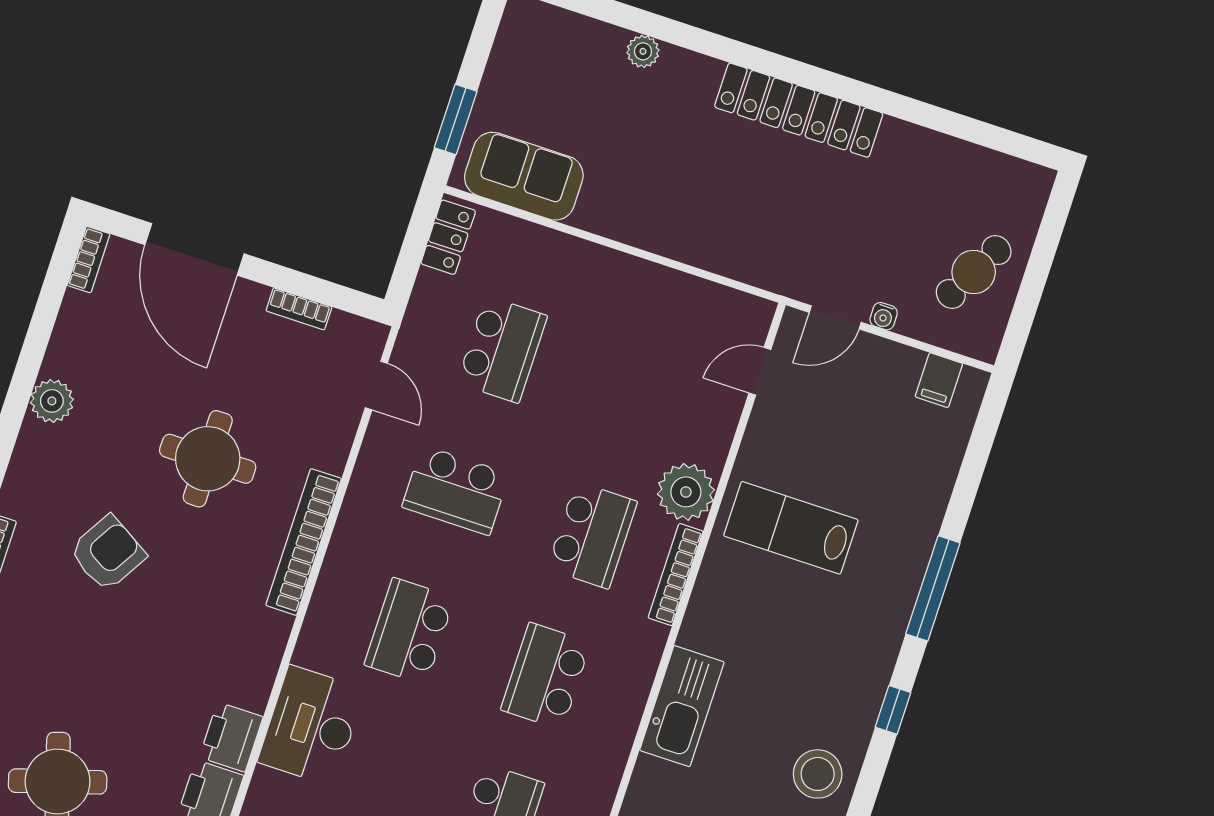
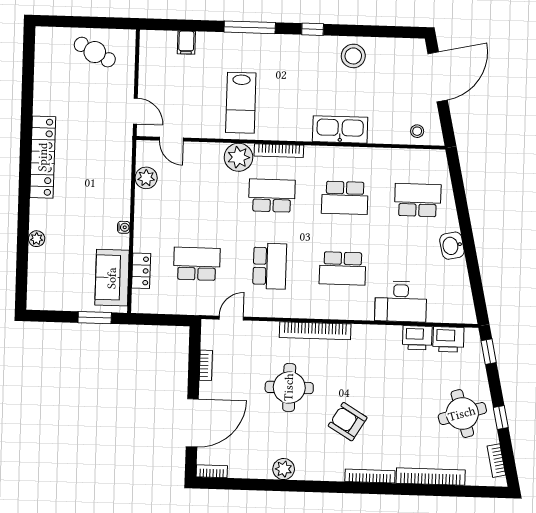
locker: (448, 237) -> (141, 271), moved, turned 90
plant: (699, 300) -> (146, 178), added
water cooler: (884, 316) -> (124, 227), moved
filing cabinet: (939, 380) -> (186, 43), moved, turned 90

